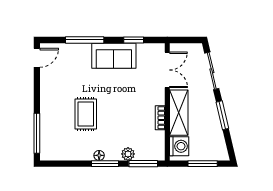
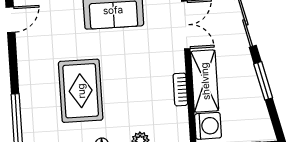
rug: (86, 114) -> (81, 91), width x1.36, depth x1.43

